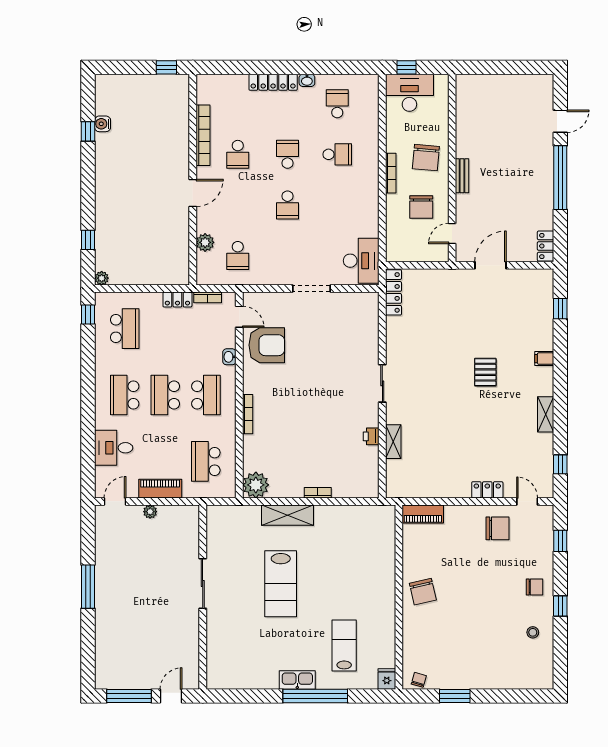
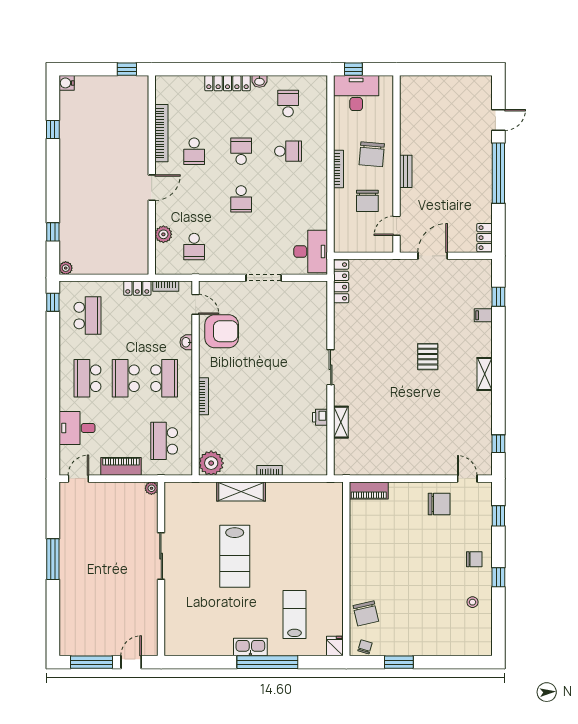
water cooler: (103, 124) -> (67, 83), moved
filing cabinet: (544, 359) -> (483, 315), moved
shelving: (546, 414) -> (485, 374), moved
locker: (487, 490) -> (430, 468), removed
plant: (150, 512) -> (151, 488), moved
chair: (423, 592) -> (366, 613), moved

